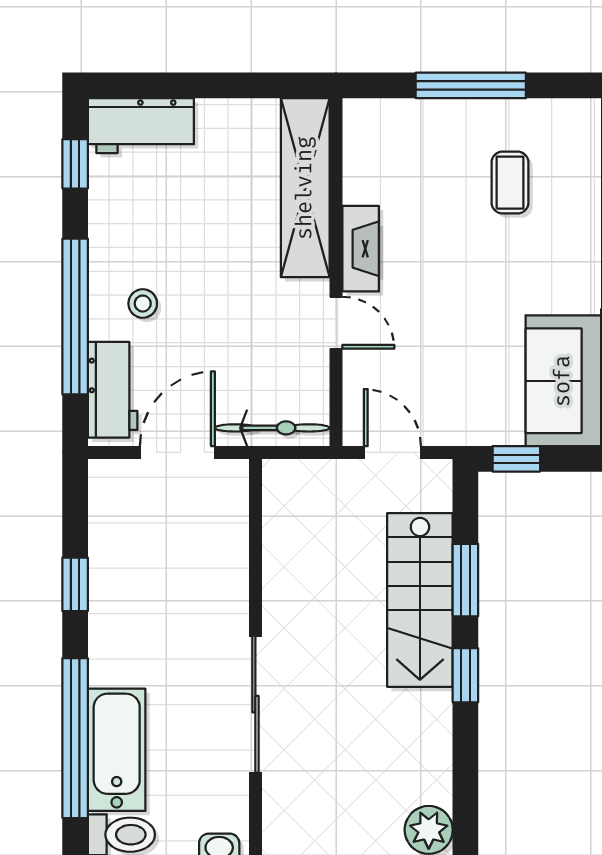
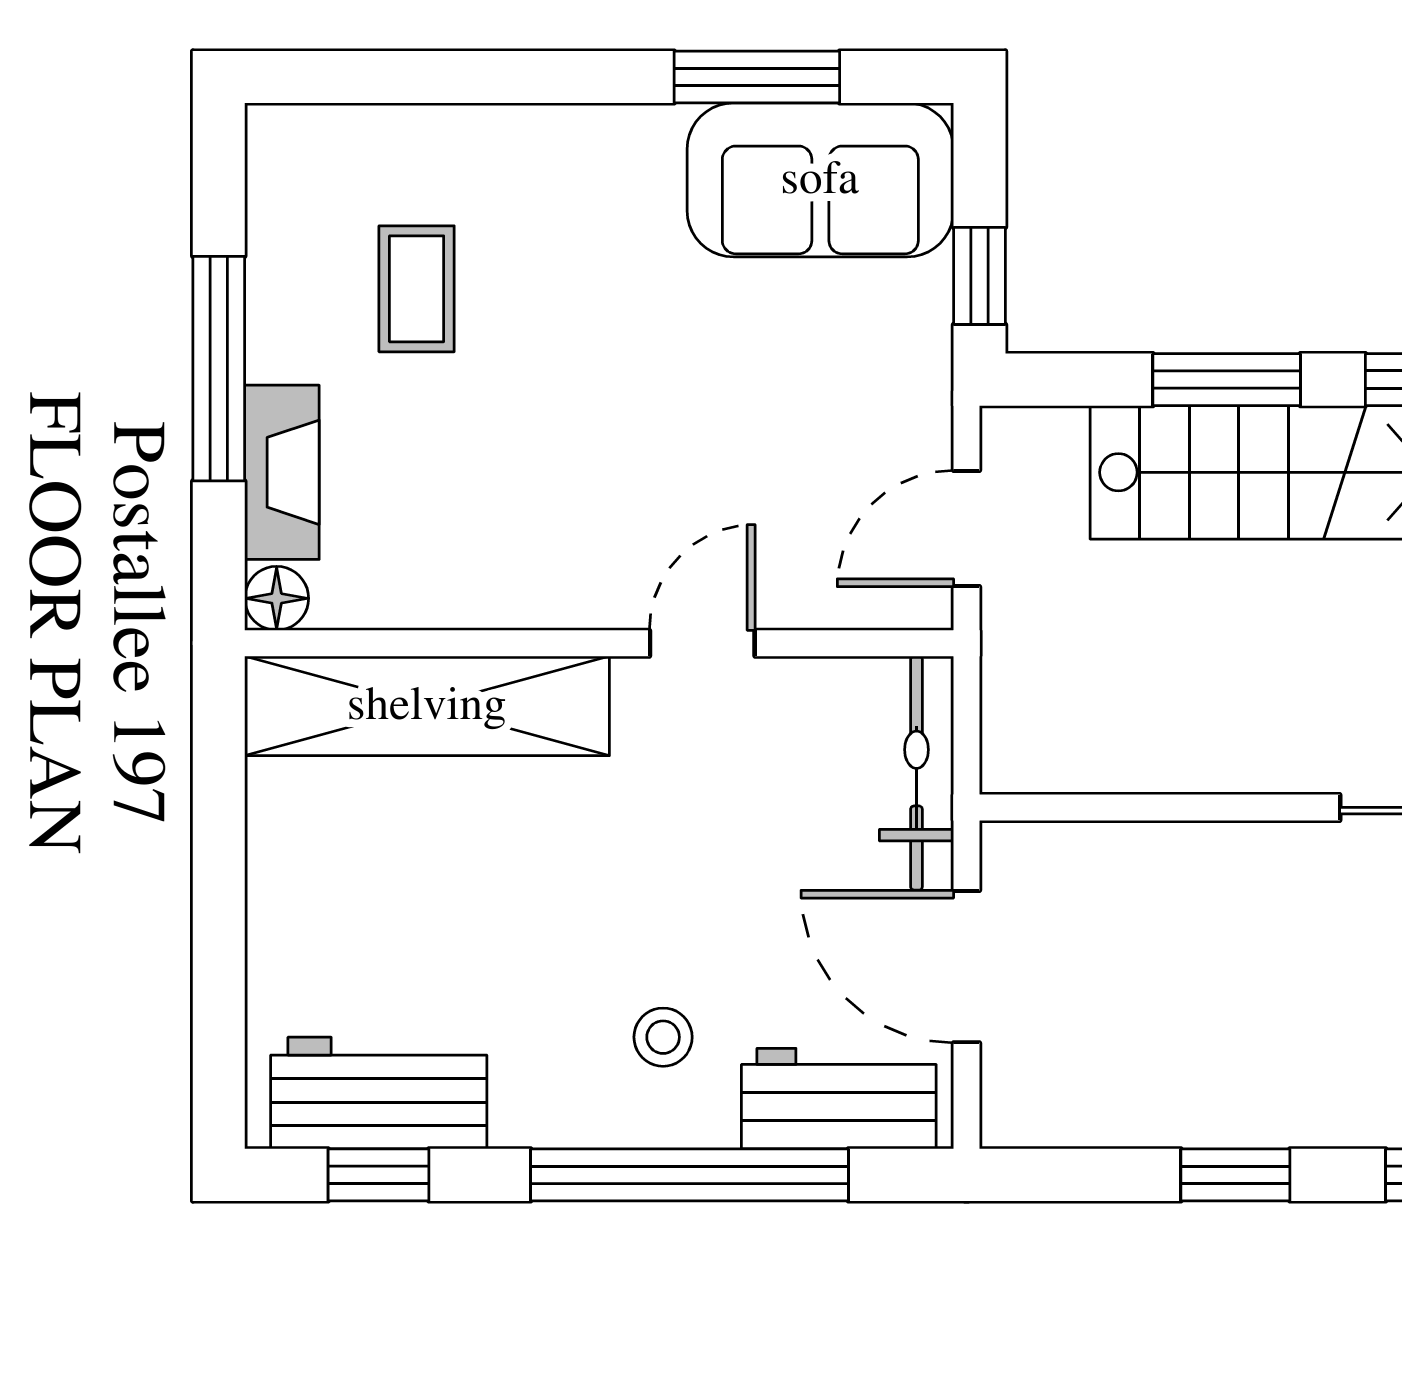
floor lamp: (358, 114) -> (277, 598), added
workbench: (141, 126) -> (379, 1093), moved, turned -90
coffee table: (510, 183) -> (417, 289), turned 90
fireplace: (361, 249) -> (282, 472), moved, turned 90

